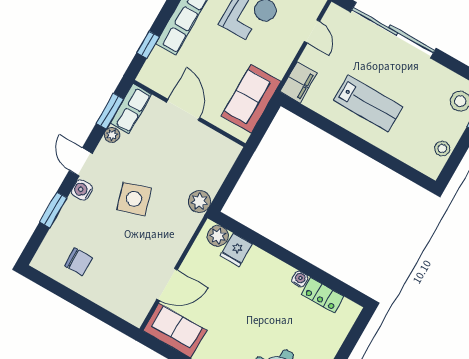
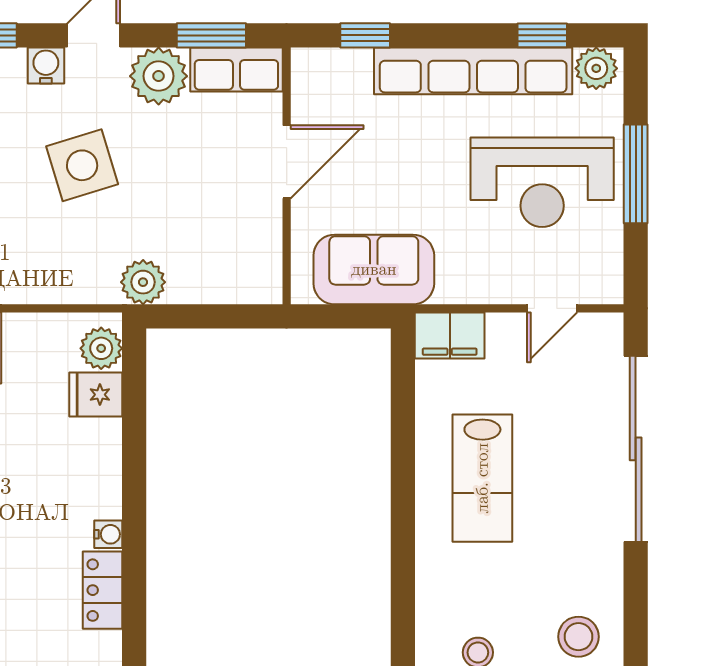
plant: (112, 135) -> (159, 76), width x1.88, depth x1.88

